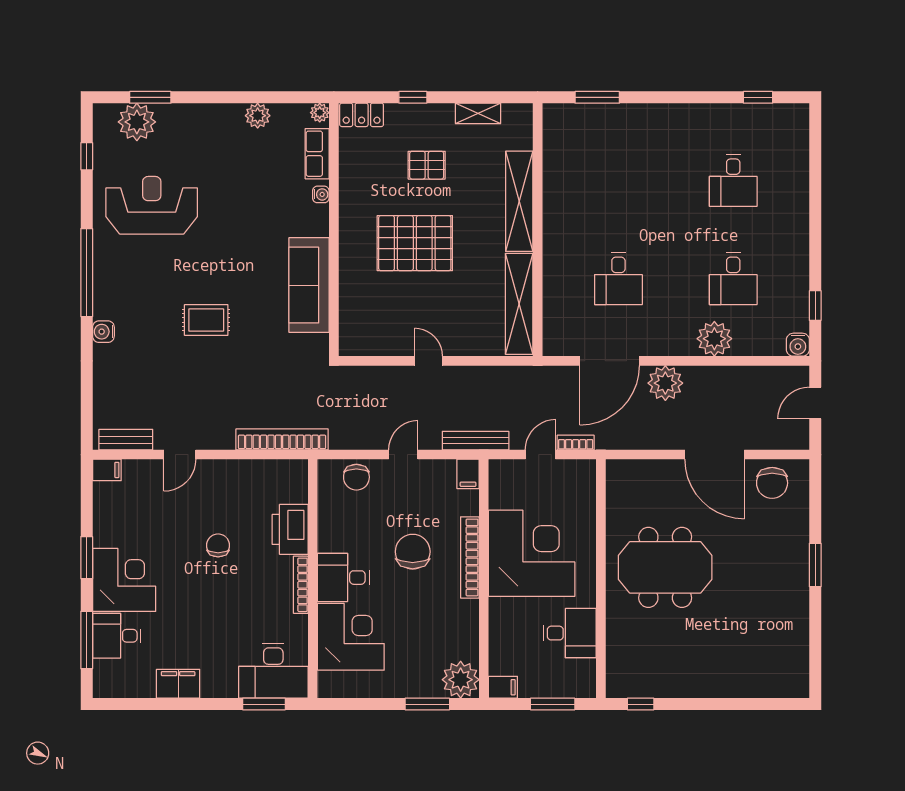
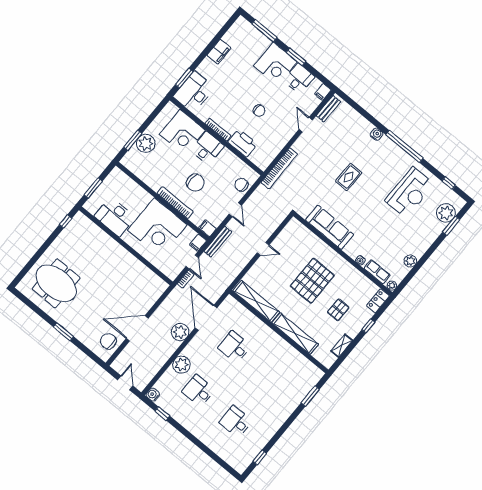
meeting table: (665, 567) -> (56, 283), moved, turned 90
desk: (570, 633) -> (115, 217), width x1.37
desk: (117, 636) -> (299, 79), moved
plant: (461, 680) -> (146, 143), moved
filing cabinet: (503, 687) -> (198, 243), moved

